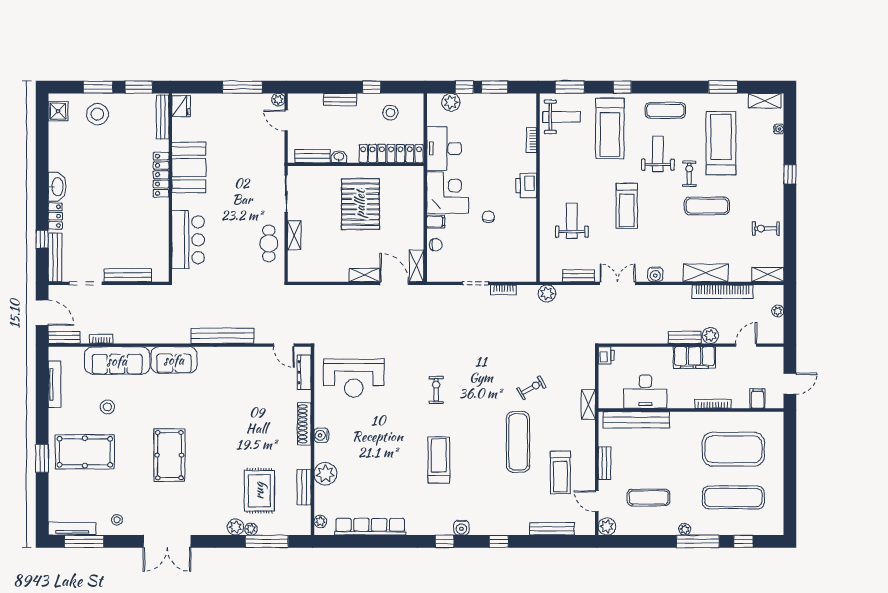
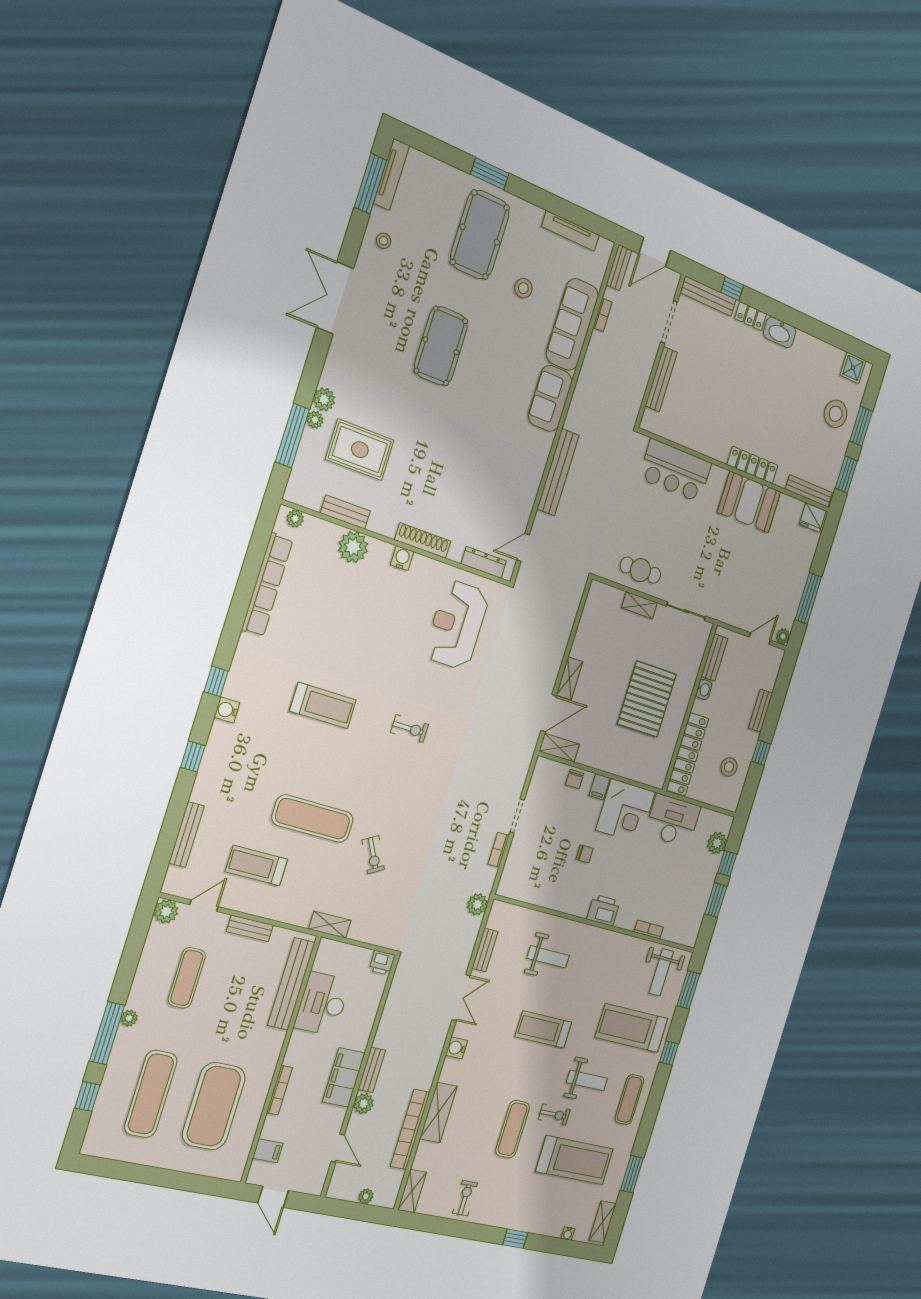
pallet: (360, 204) -> (647, 699), turned 90
pool table: (169, 455) -> (441, 346), turned 90

